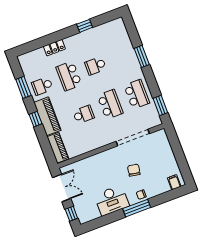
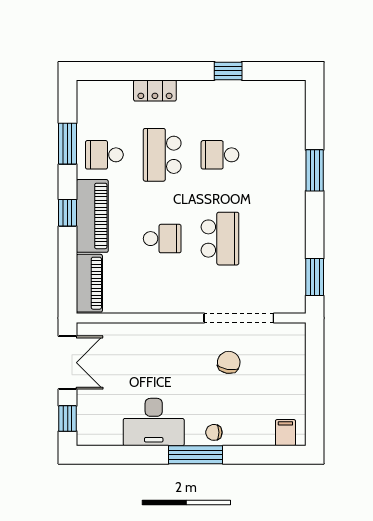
school desk: (137, 94) -> (278, 239), removed
chair: (134, 170) -> (229, 362), moved

